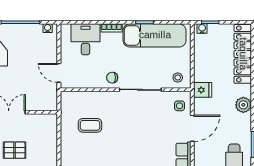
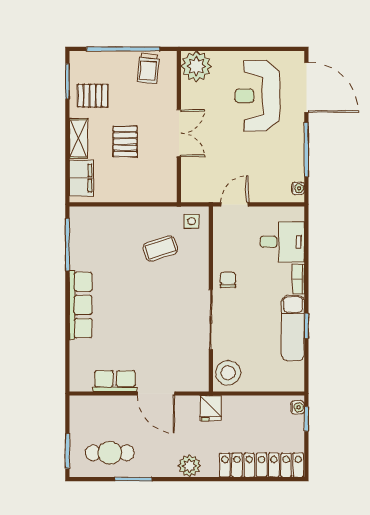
exam couch: (155, 35) -> (293, 328), width x0.73, depth x0.69
stool: (178, 78) -> (228, 373), width x1.89, depth x1.89
side table: (180, 106) -> (192, 221), moved
coffee table: (90, 125) -> (160, 248), turned 72

